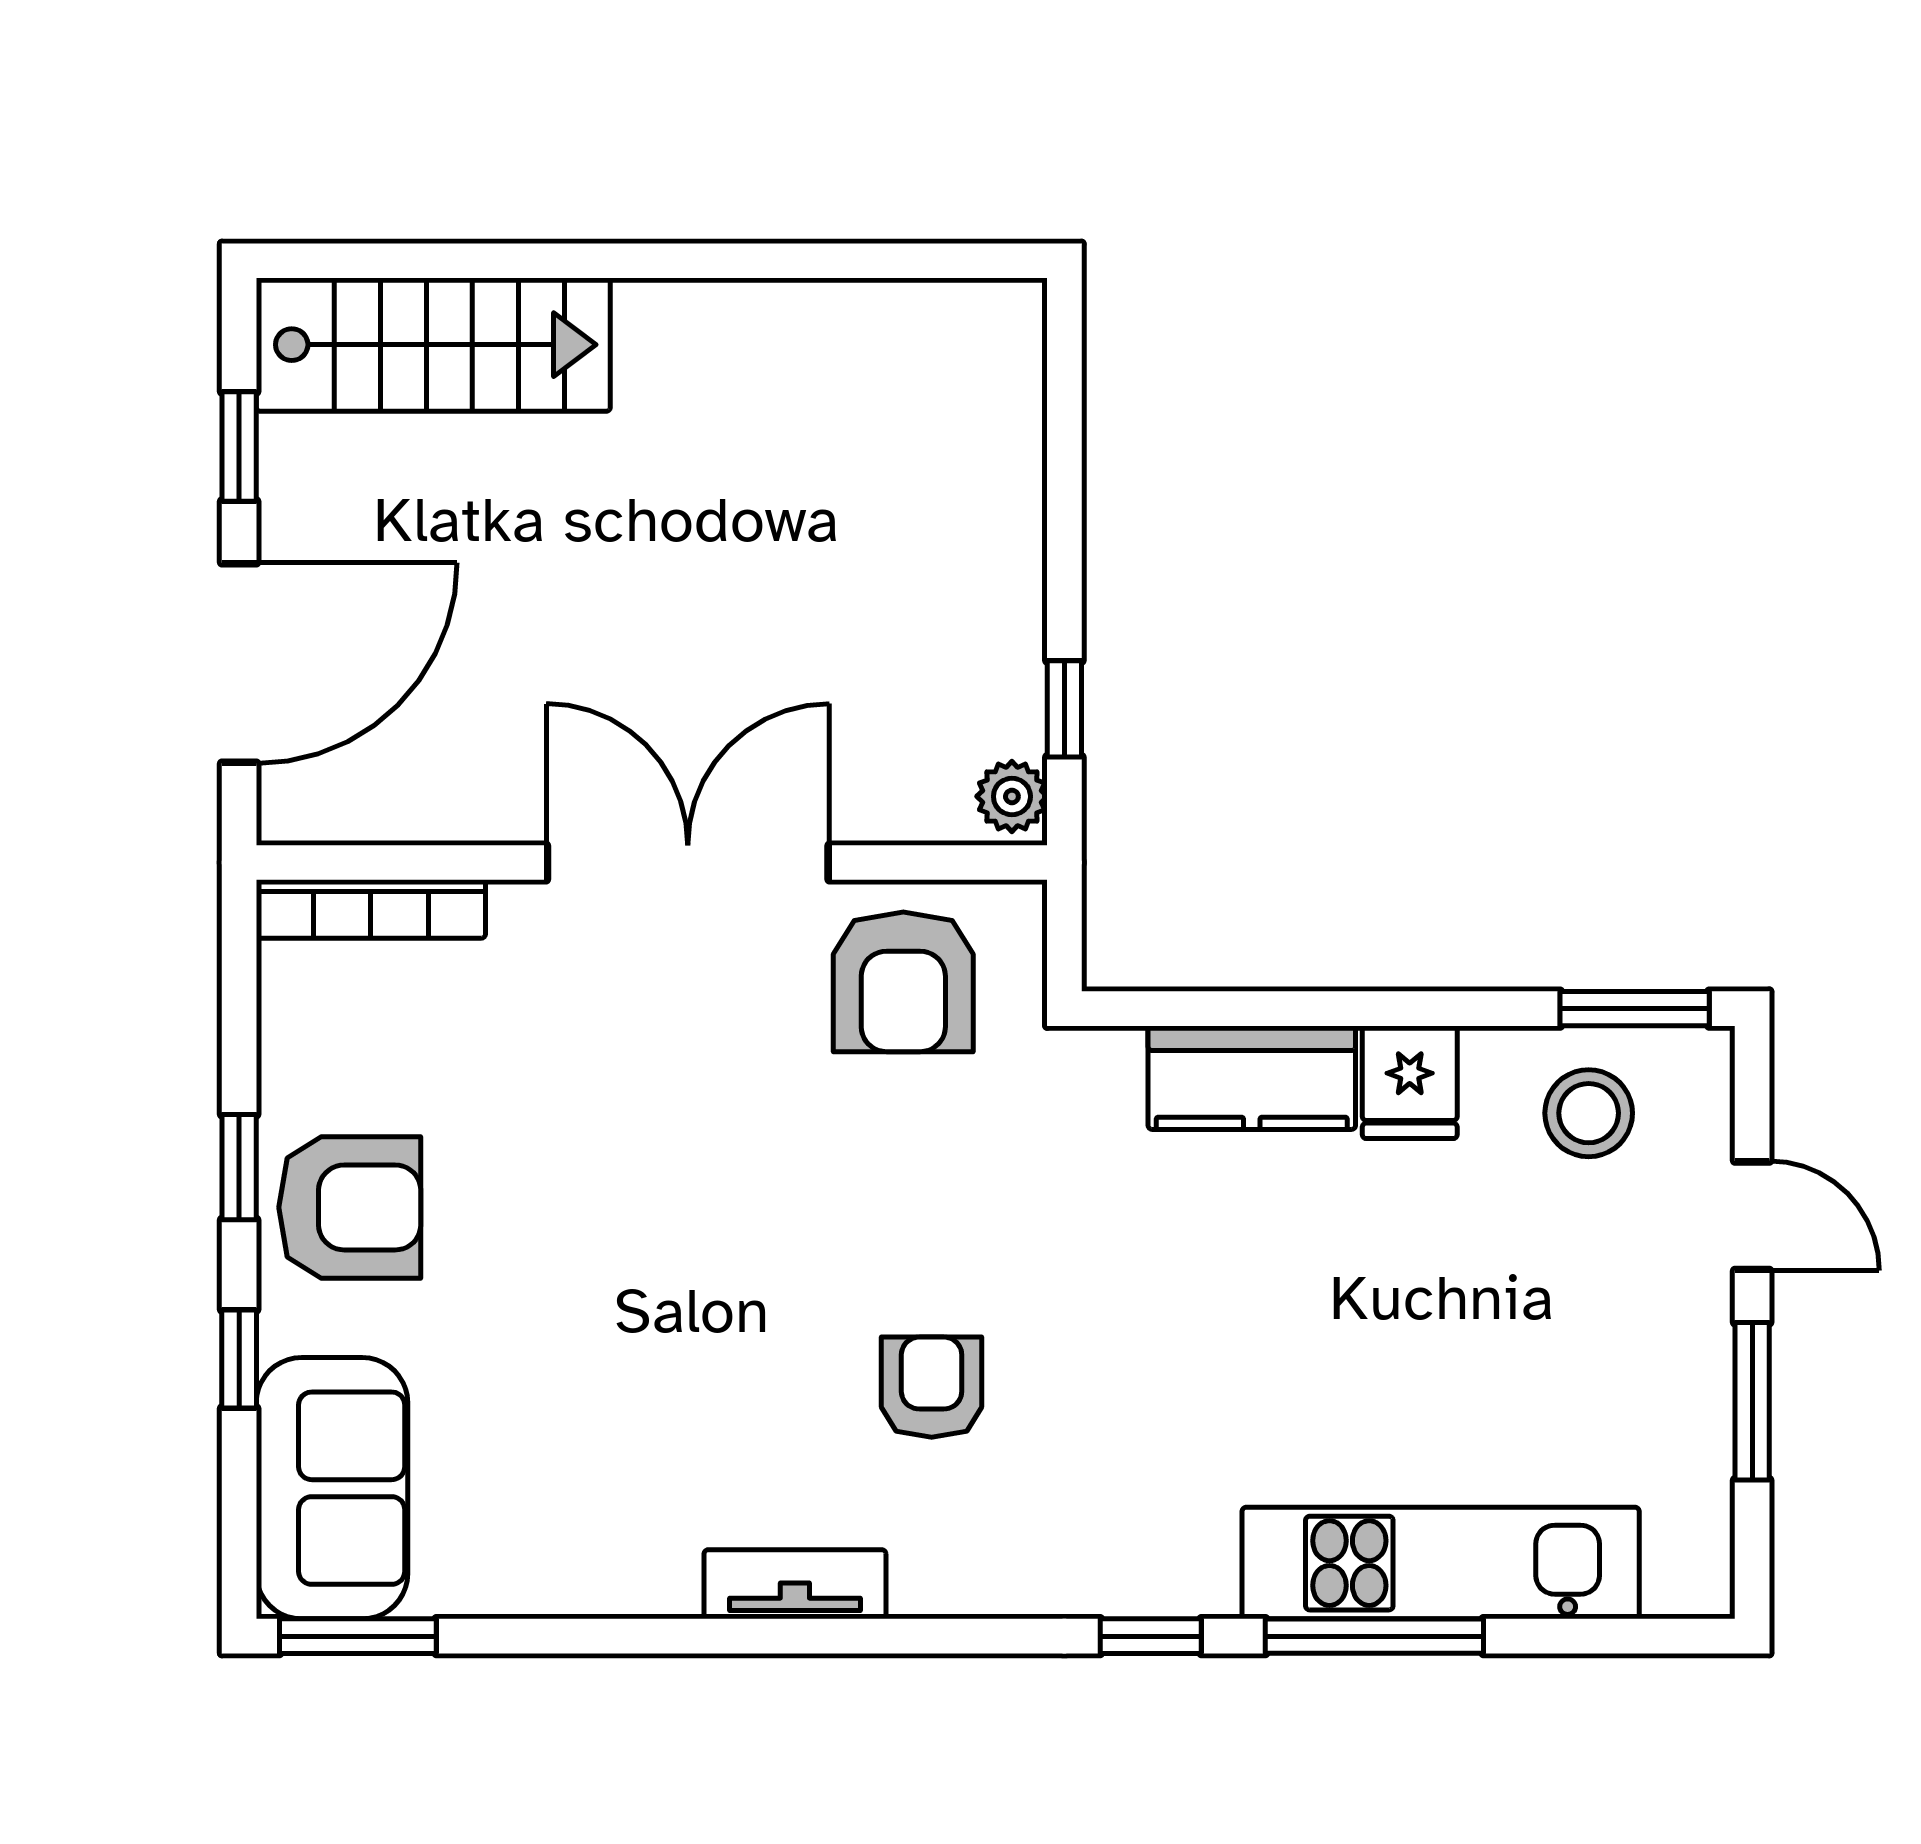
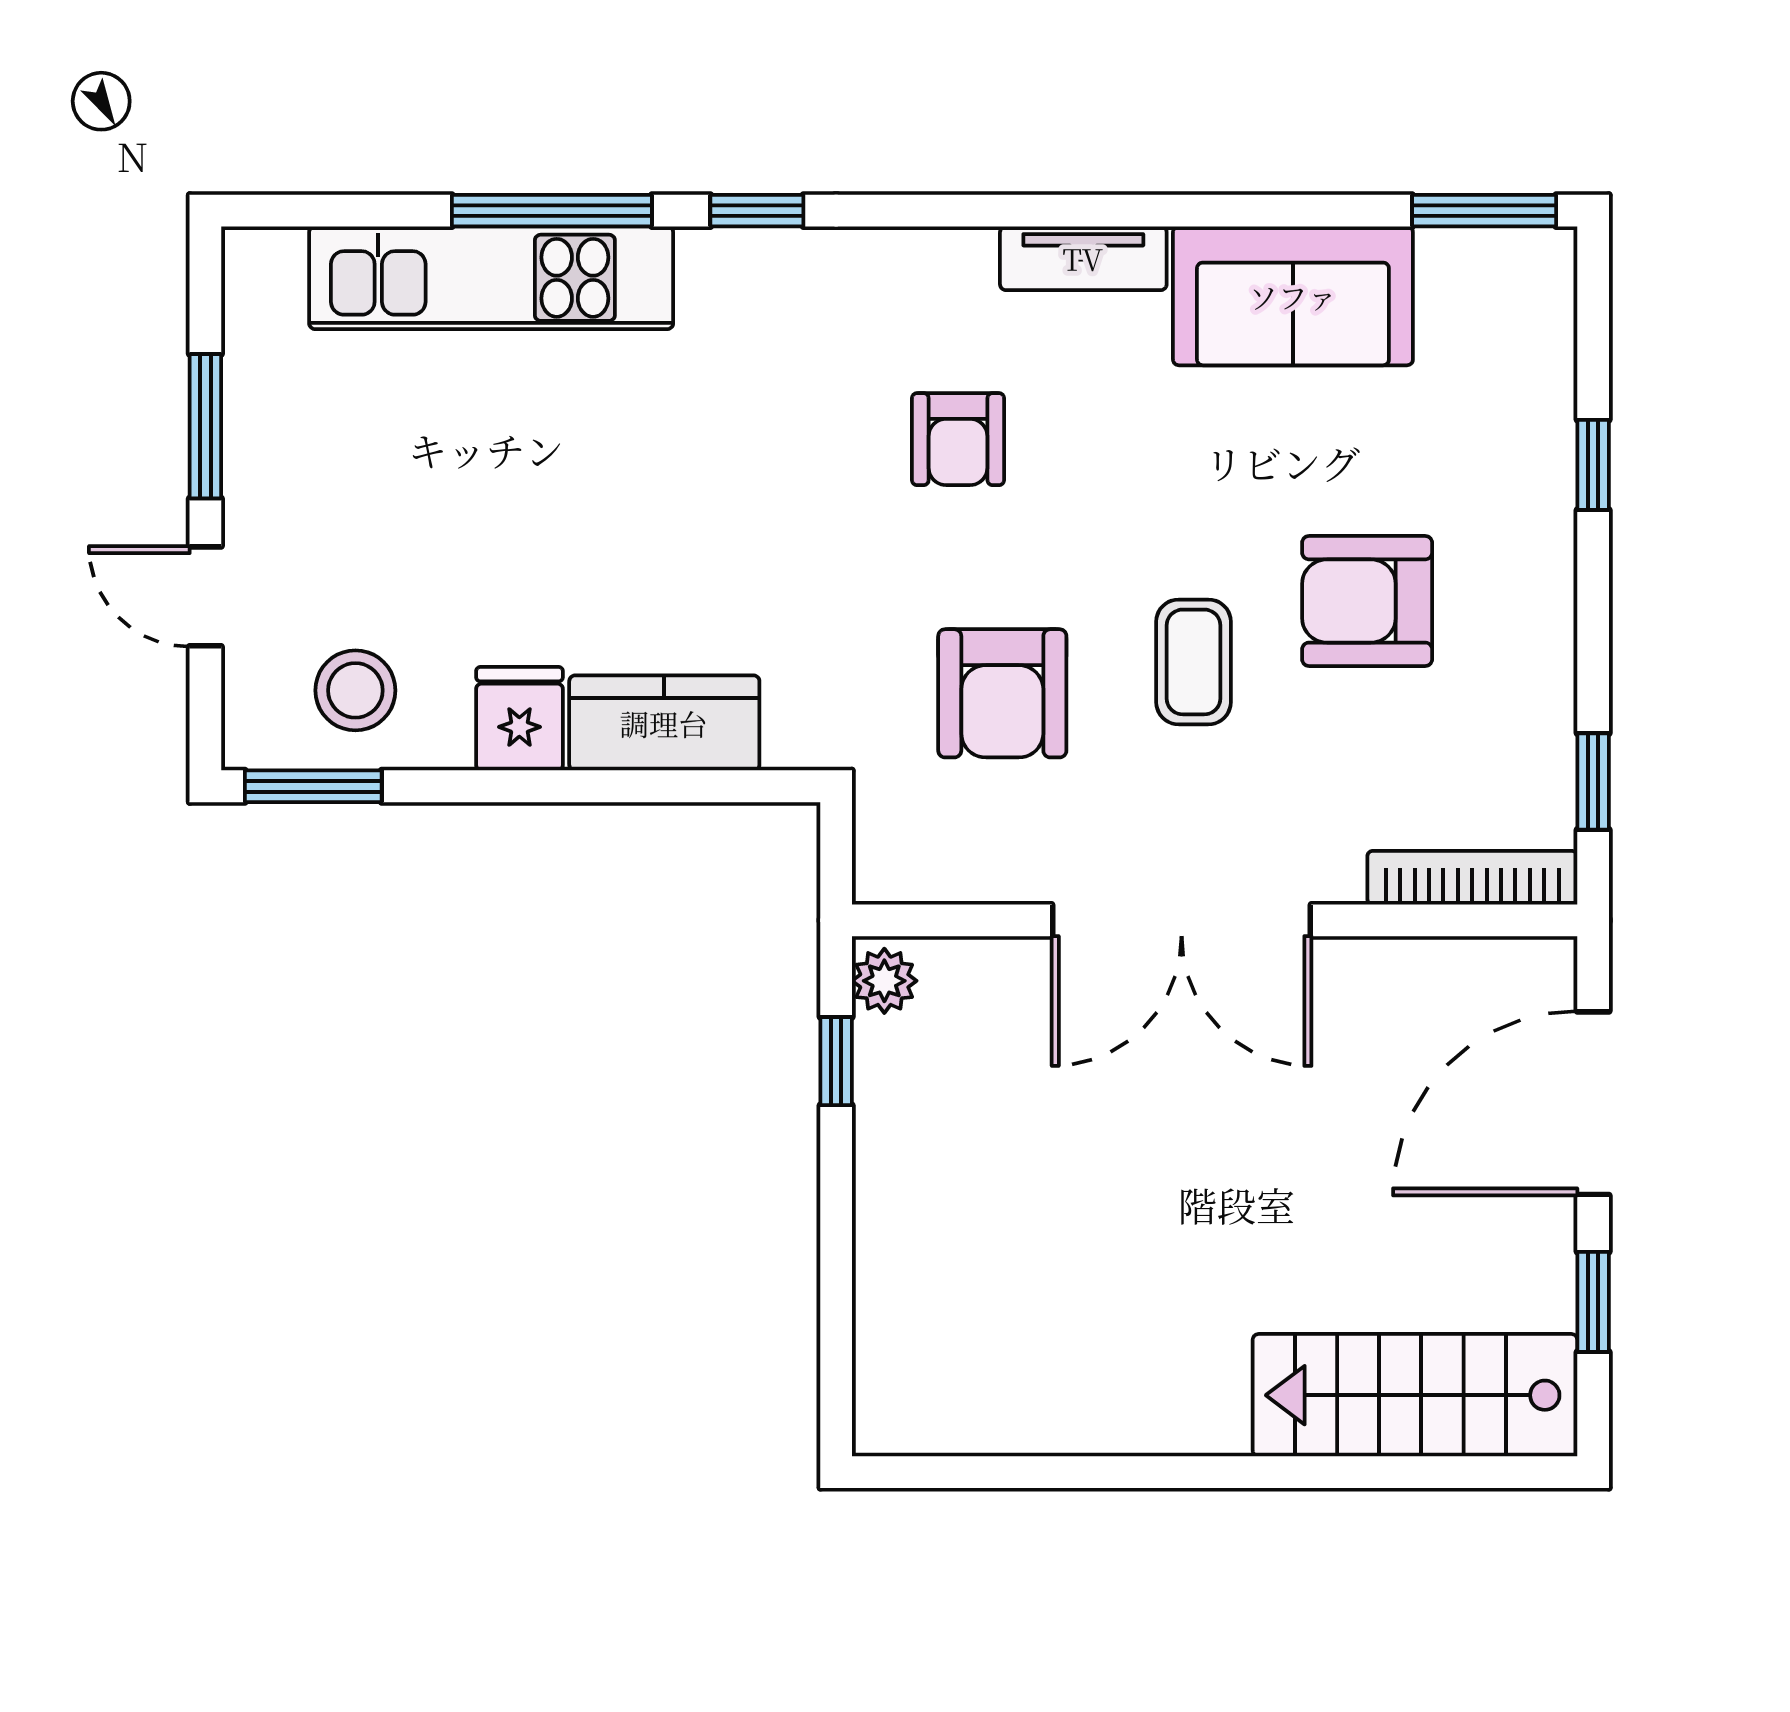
armchair: (903, 982) -> (1002, 693), moved, turned 180
coffee table: (675, 1144) -> (1194, 662), added
window: (239, 1167) -> (1593, 782), moved
armchair: (350, 1207) -> (1367, 601), moved
sofa: (332, 1488) -> (1293, 296), moved, turned -90

